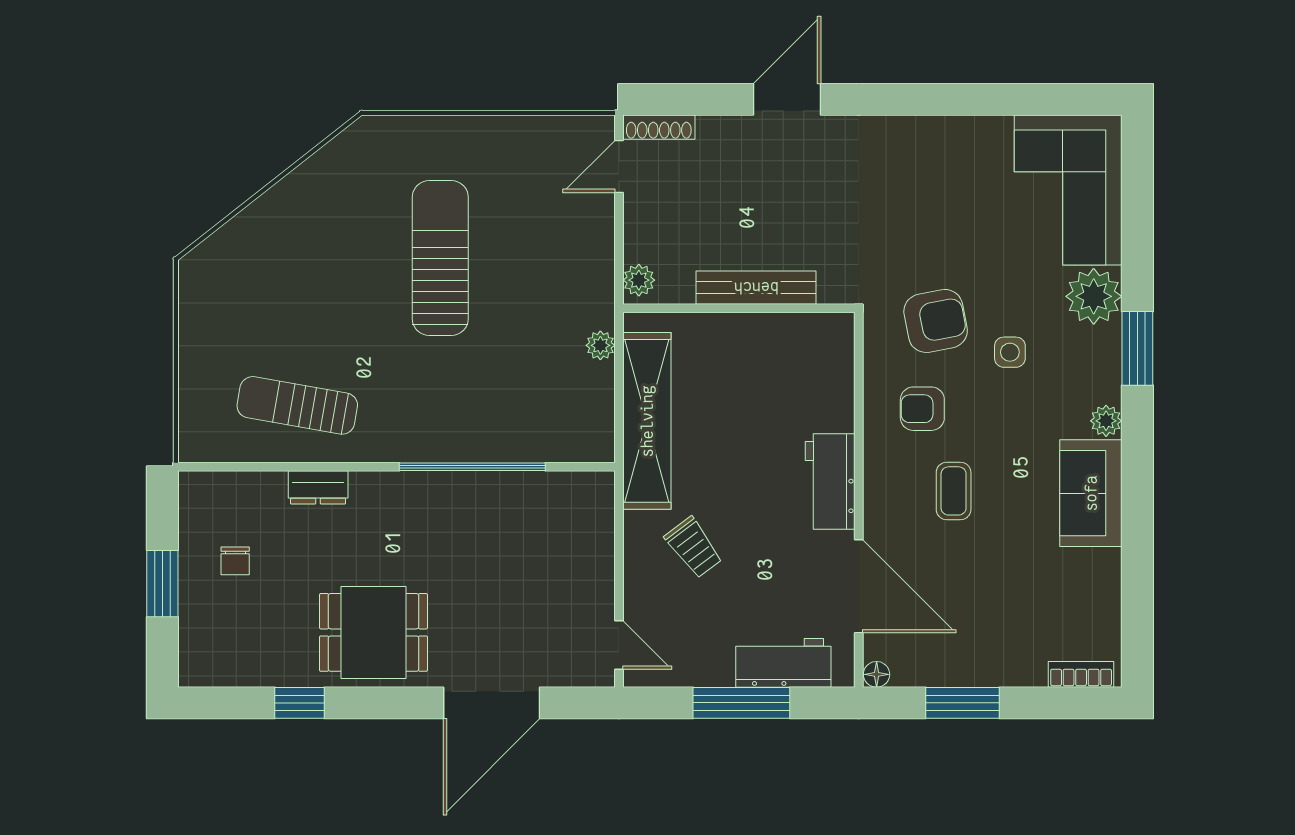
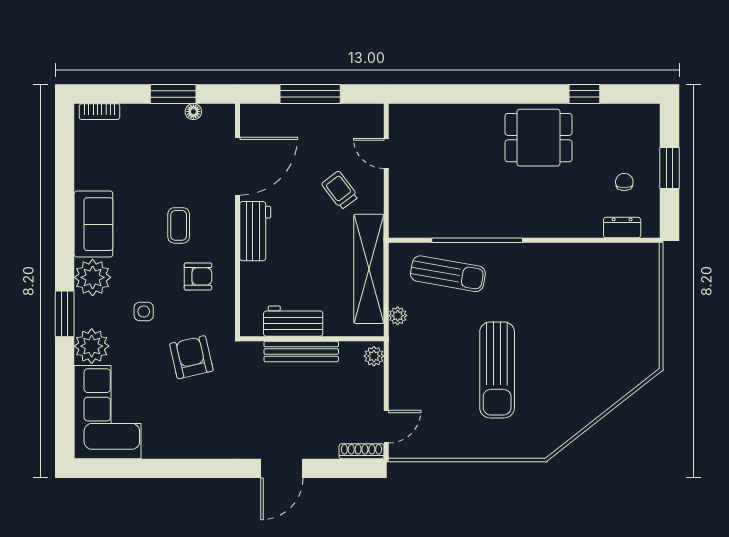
armchair: (936, 321) -> (191, 357), moved, turned 88
sun lounger: (297, 405) -> (448, 274), moved
plant: (1106, 421) -> (93, 277), width x1.88, depth x1.88
dresser: (318, 487) -> (622, 228), moved
door: (859, 586) -> (237, 166), swing flipped
door: (619, 645) -> (386, 153), moved
workbench: (783, 663) -> (293, 321), moved, turned 180
floor lamp: (877, 674) -> (193, 112), moved
door: (492, 703) -> (465, 94), removed

